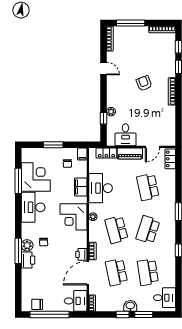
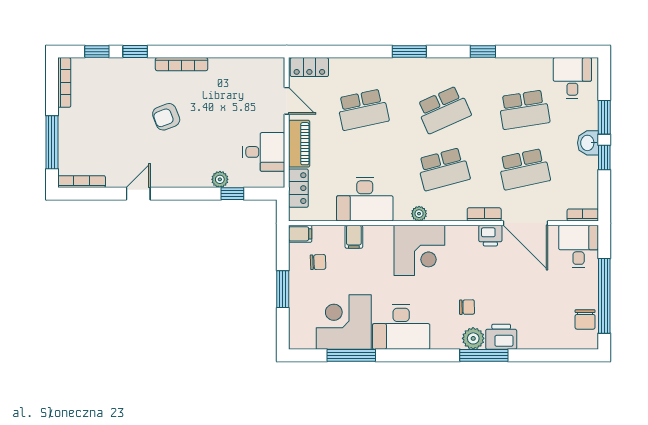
filing cabinet: (81, 187) -> (354, 237), width x0.50
school desk: (148, 230) -> (443, 110), turned -42

